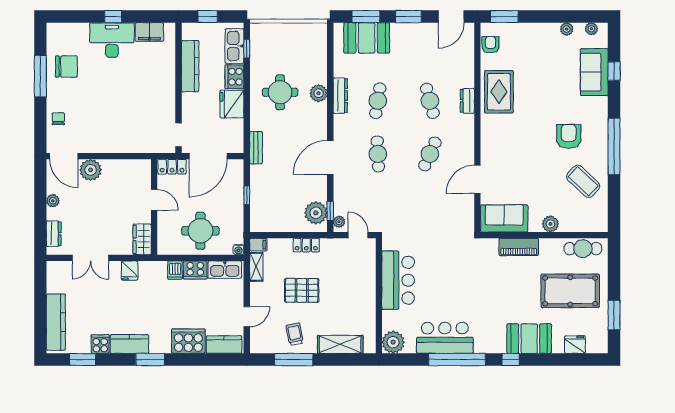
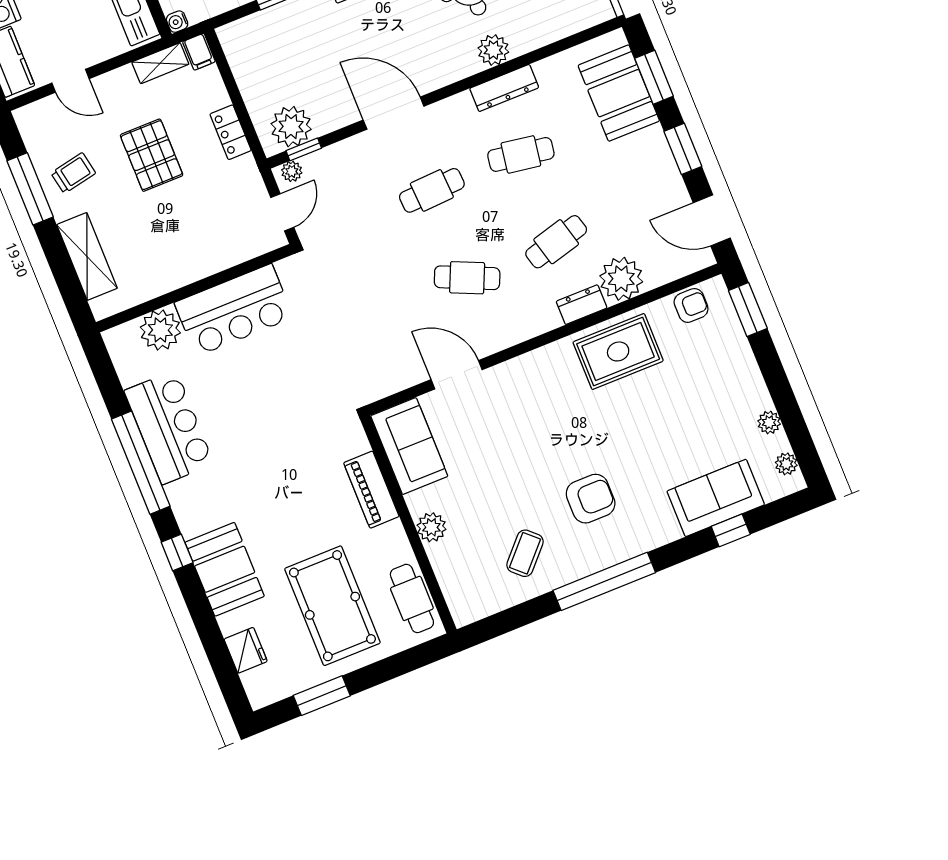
plant: (462, 75) -> (621, 279), added
coffee table: (583, 181) -> (525, 553), width x0.73, depth x0.77
plant: (393, 342) -> (160, 330), moved

